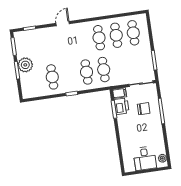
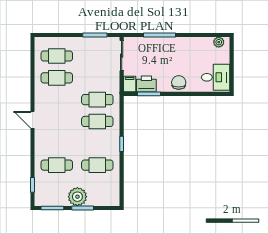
door: (63, 24) -> (32, 120), moved
cafe table: (99, 38) -> (57, 165), moved
chair: (144, 109) -> (179, 82), moved
desk: (145, 158) -> (216, 77), moved

